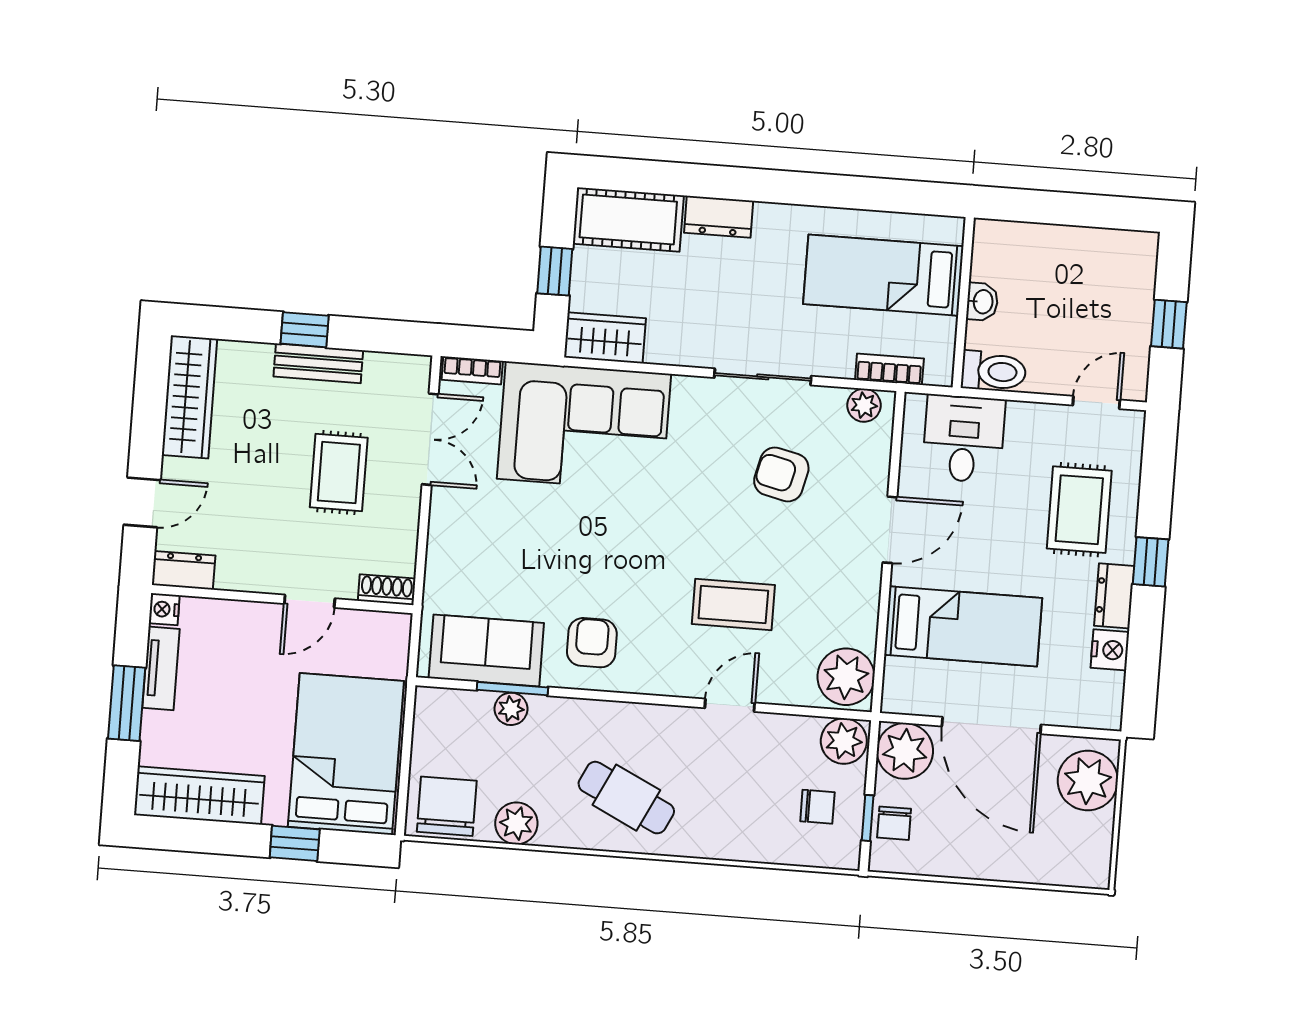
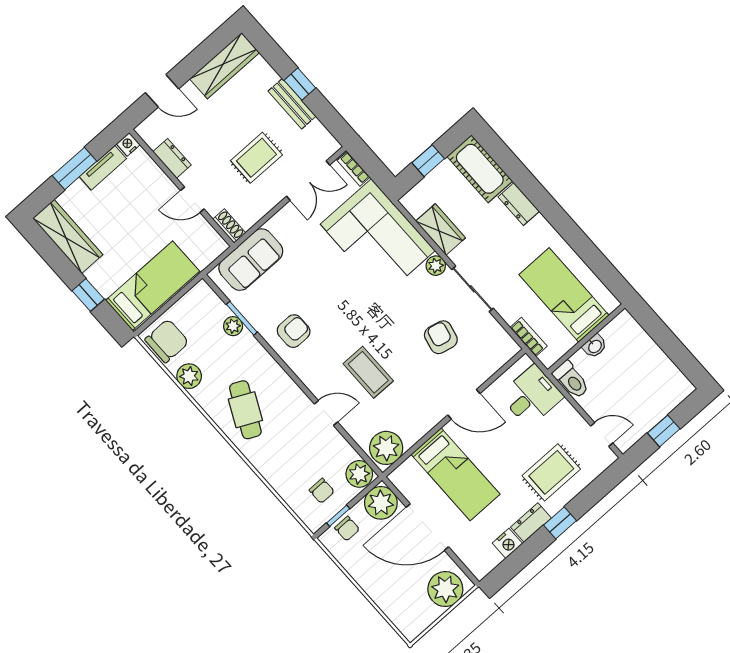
wardrobe: (605, 338) -> (441, 229), moved
plant: (864, 405) -> (436, 266), moved
dresser: (184, 570) -> (172, 158), moved
sofa: (486, 651) -> (251, 260), moved, turned 90
door: (991, 725) -> (427, 527), hinge flipped
bed: (346, 754) -> (153, 286), width x0.67
chair: (894, 823) -> (347, 529), turned -90

